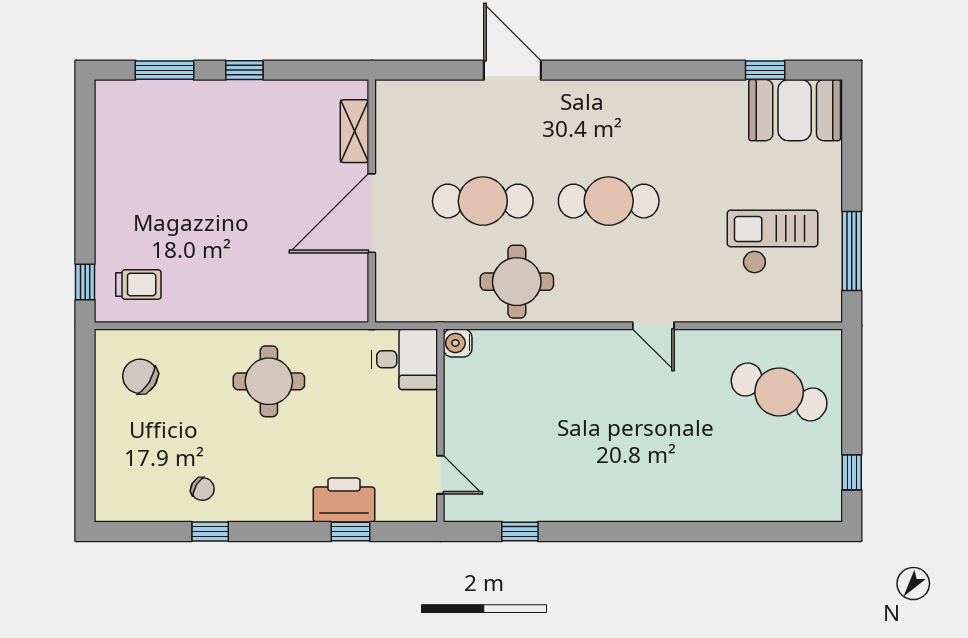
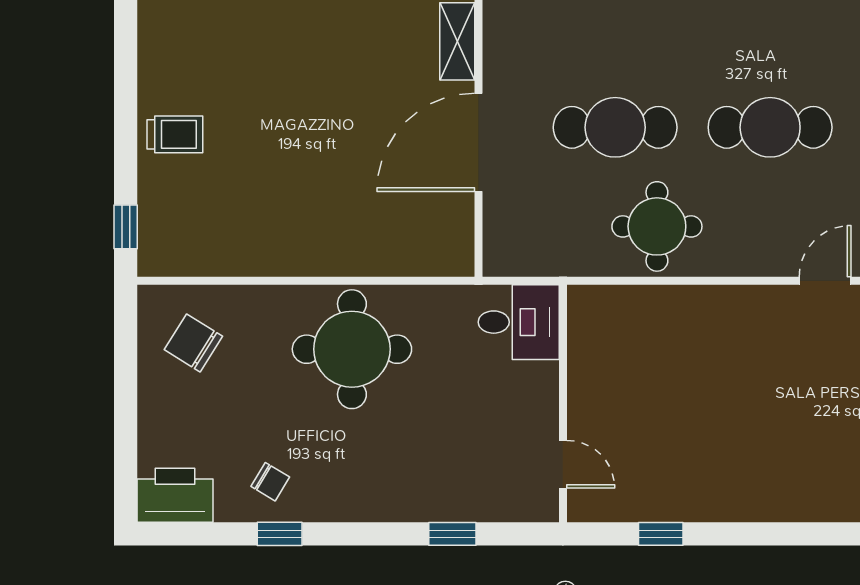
trolley: (138, 284) -> (175, 134), moved
door: (653, 326) -> (825, 281), swing flipped
water cooler: (458, 343) -> (584, 302), removed
round table: (269, 381) -> (352, 349), width x1.36, depth x1.36
printer: (344, 500) -> (175, 495), moved

